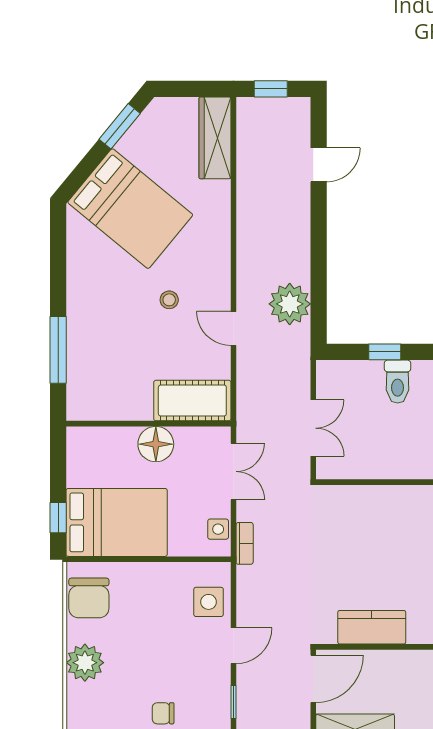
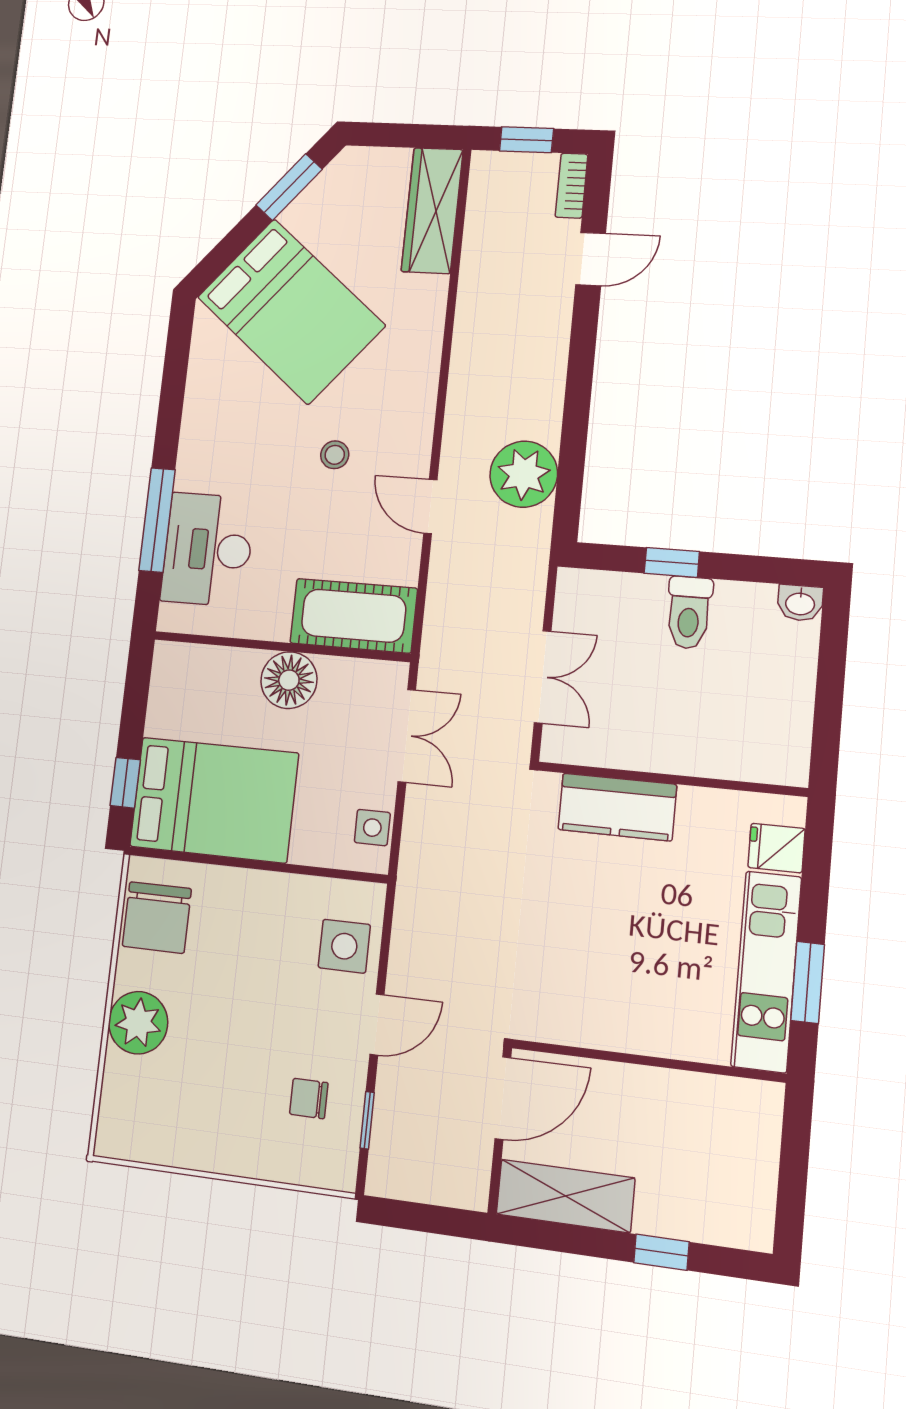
desk: (94, 366) -> (208, 549), added
bookcase: (245, 543) -> (571, 186), moved, turned 180
kitchen counter: (372, 627) -> (617, 807), moved, turned 180
chair: (163, 713) -> (309, 1098), moved

